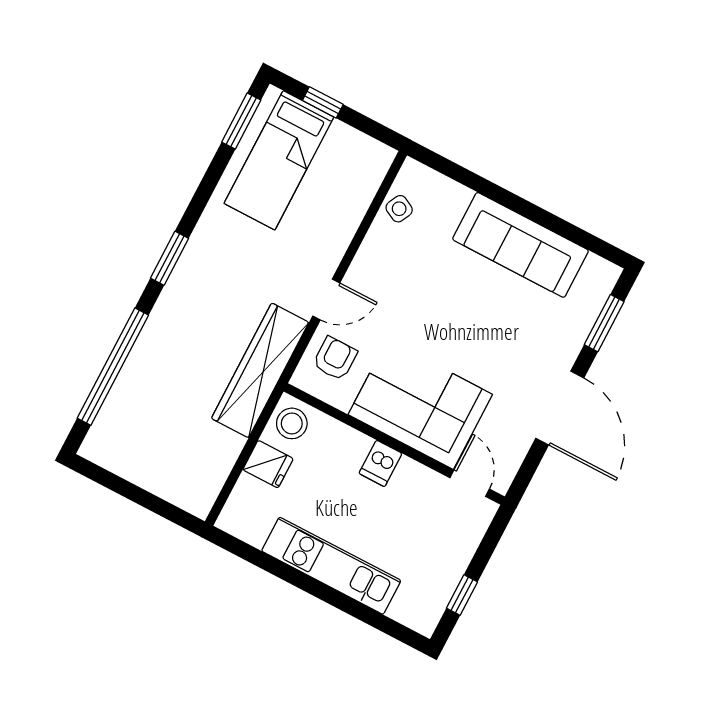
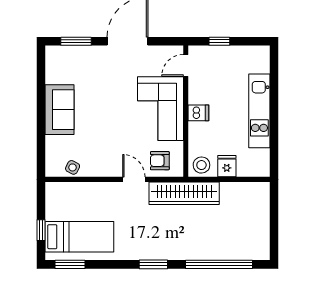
sofa: (521, 245) -> (60, 110), width x0.73
window: (462, 595) -> (219, 41), moved

